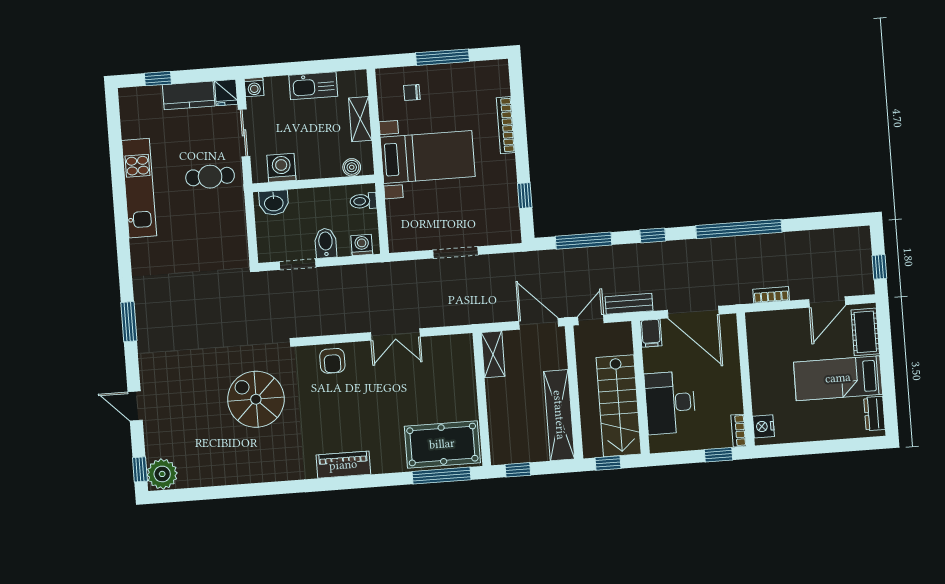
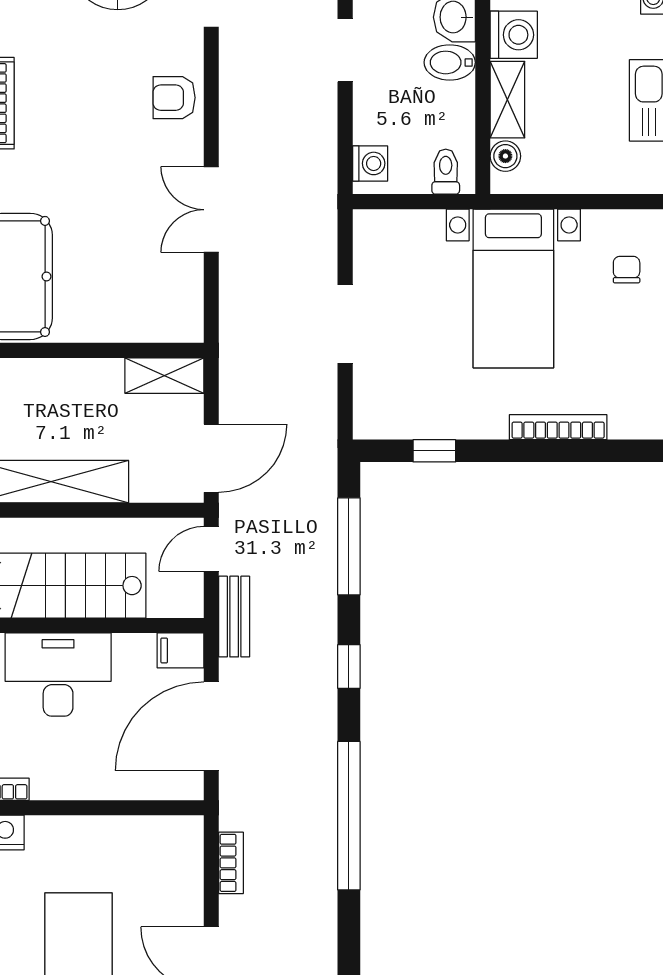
shelving: (360, 119) -> (507, 100), moved, turned 90
bidet: (326, 243) -> (450, 62), moved, turned 180
door: (591, 320) -> (211, 549), swing flipped

